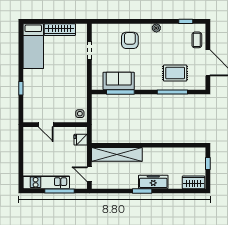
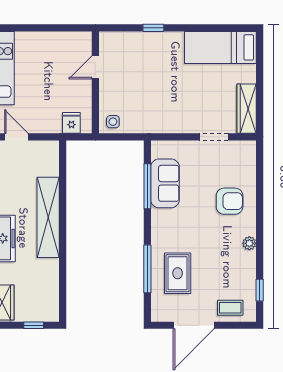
wardrobe: (60, 30) -> (247, 109), moved
shelving: (117, 154) -> (48, 217), moved
door: (89, 174) -> (16, 137), hinge flipped

